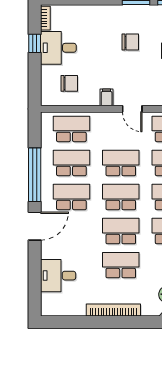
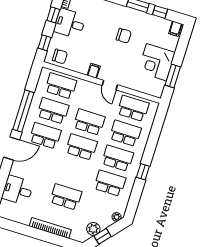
window: (35, 82) -> (45, 43), added
chair: (69, 83) -> (60, 56), moved
school desk: (121, 231) -> (74, 172), removed

